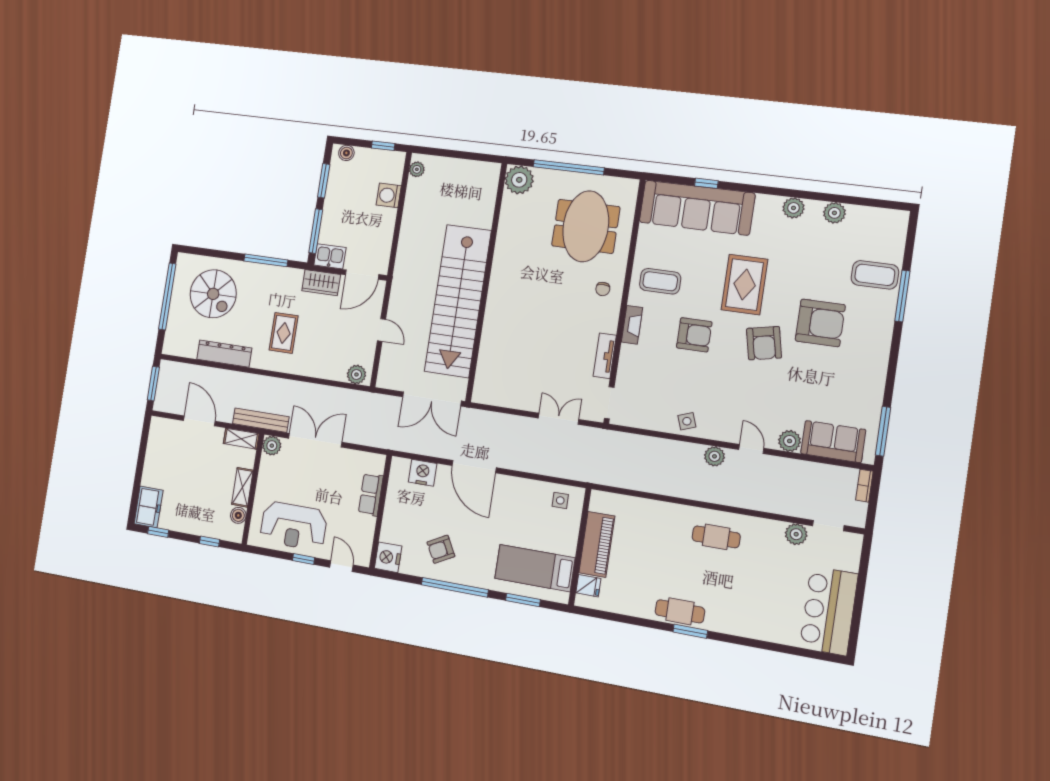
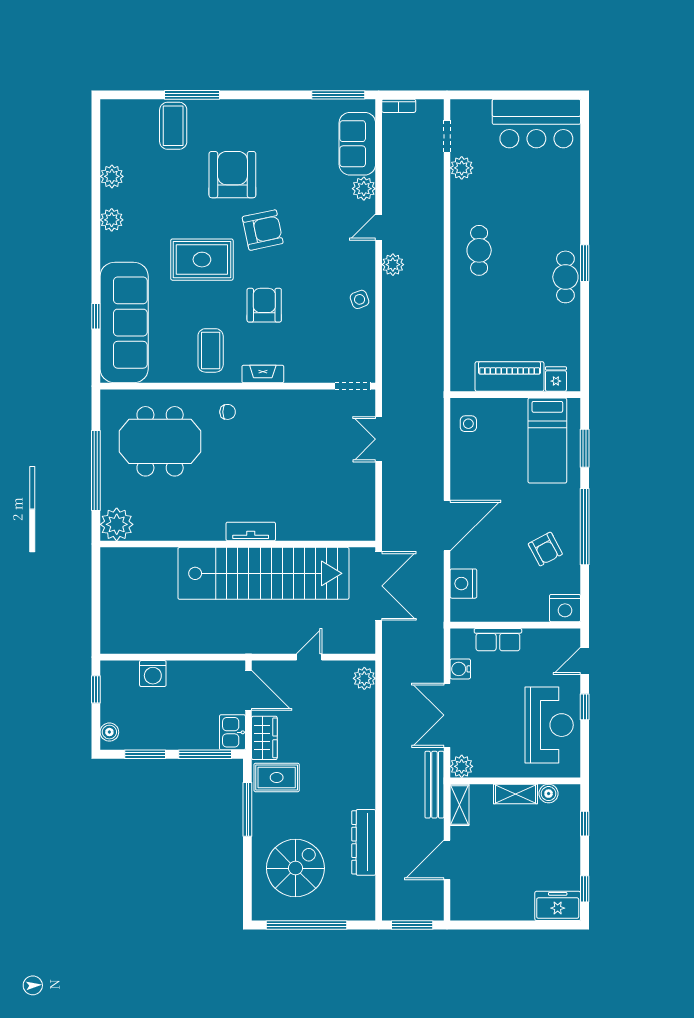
plant: (417, 169) -> (119, 645), removed
rug: (284, 333) -> (277, 777), moved
tv unit: (605, 356) -> (251, 531), moved, turned 180
water cooler: (351, 458) -> (460, 669), added

